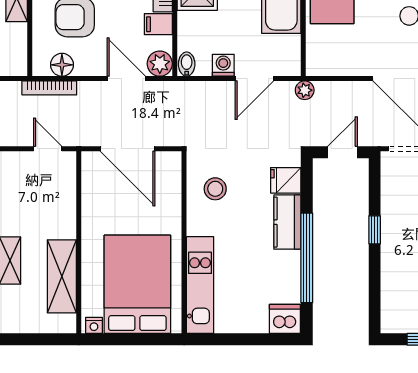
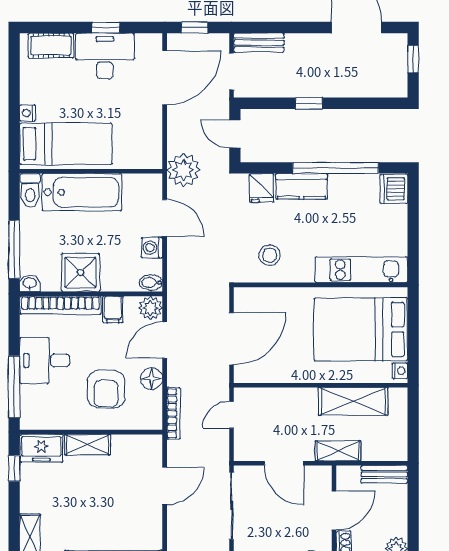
floor lamp: (62, 65) -> (151, 379), moved
plant: (305, 90) -> (184, 170), width x1.88, depth x1.88

